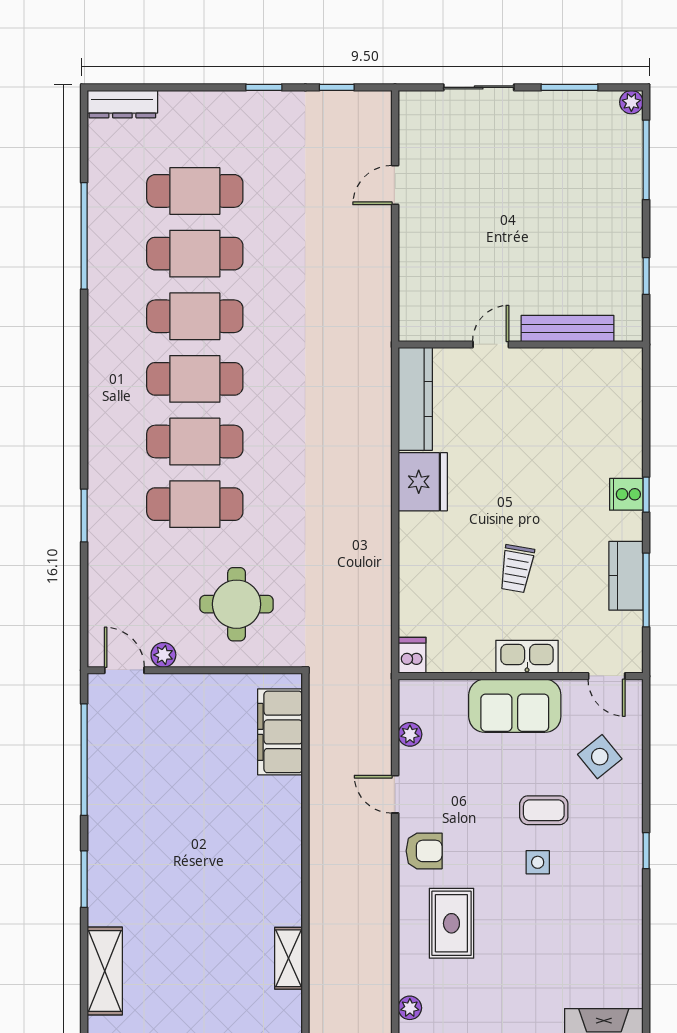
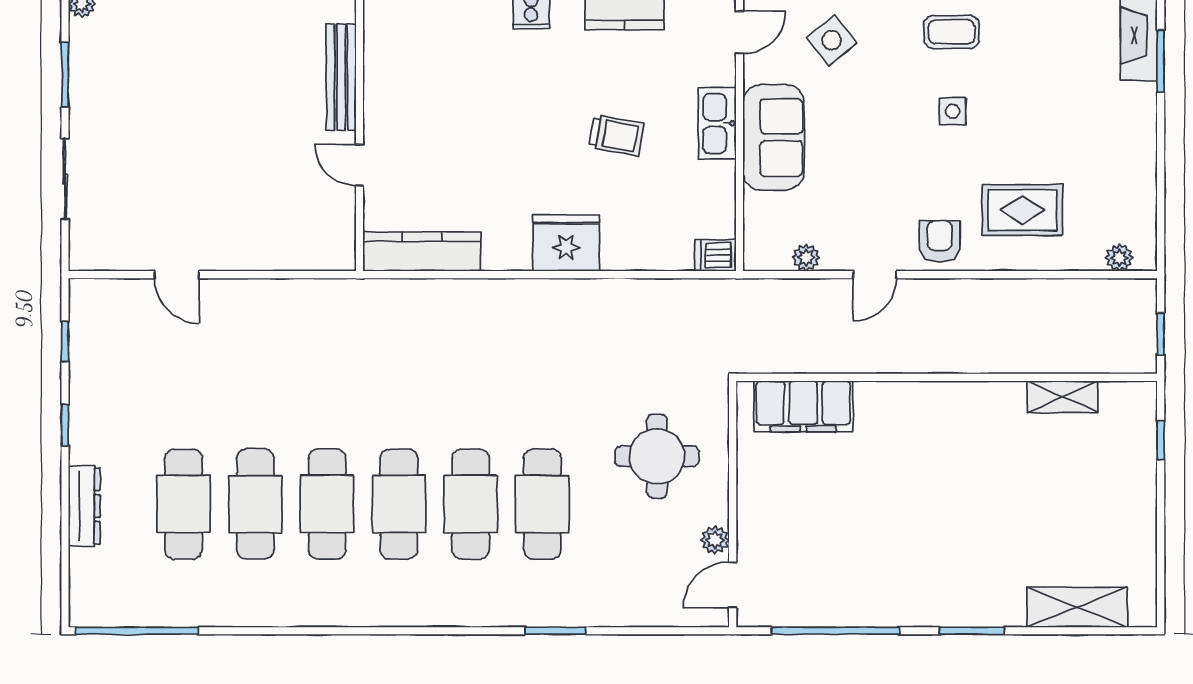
dresser: (122, 104) -> (84, 506), moved
window: (84, 236) -> (137, 631), moved
fridge: (423, 482) -> (566, 243), moved
coffee table: (544, 810) -> (952, 32), moved, turned 90

